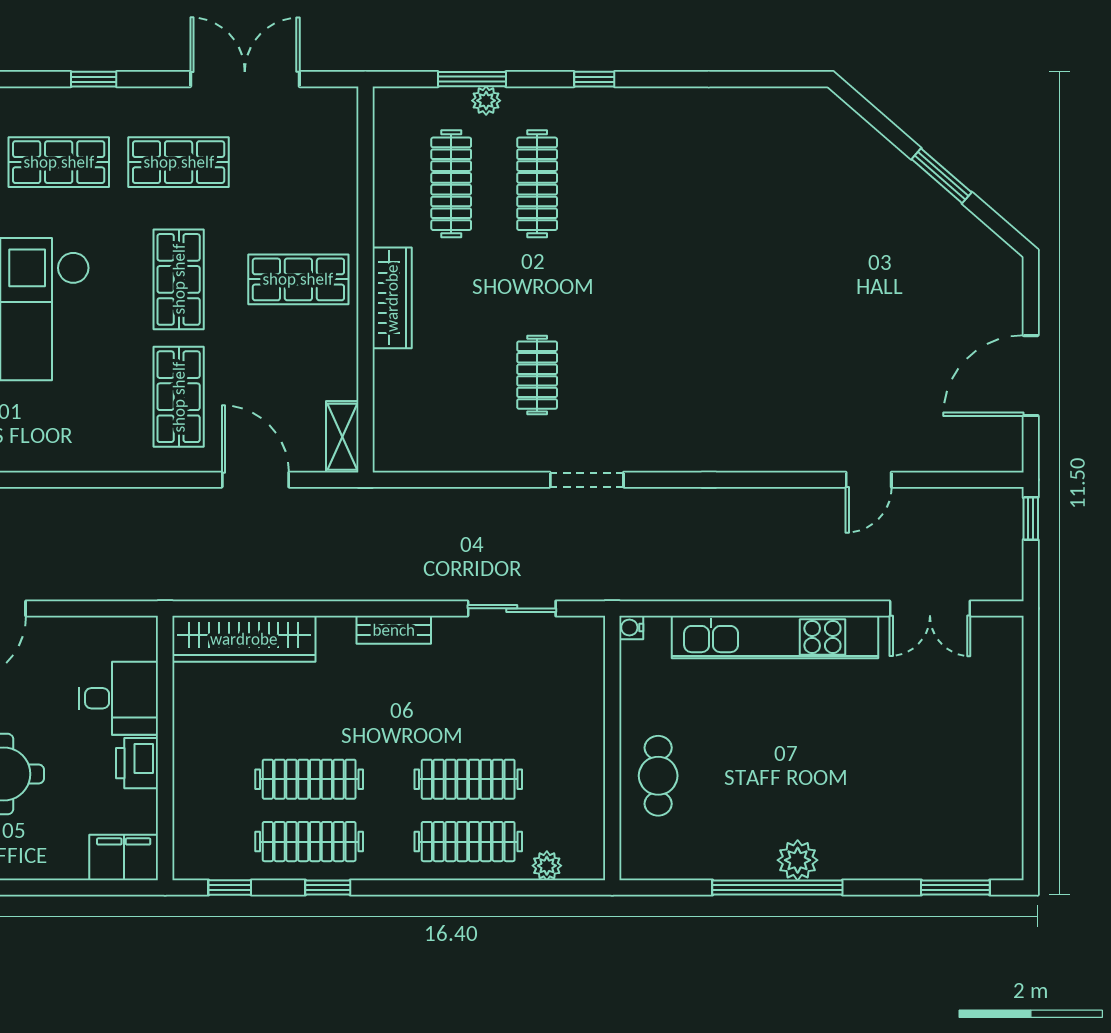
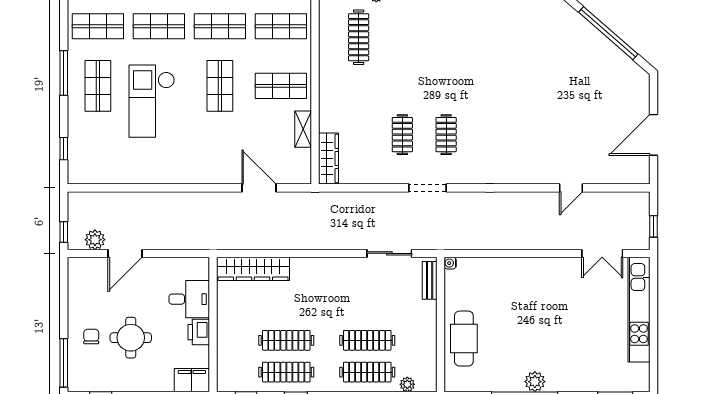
window: (942, 176) -> (608, 33), width x2.11
clothes rail: (537, 184) -> (446, 135), moved, width x0.73
wardrobe: (392, 298) -> (328, 159), moved
shop shelf: (179, 397) -> (281, 26), moved, turned 90
shelving: (342, 437) -> (303, 129), moved
window: (1031, 519) -> (654, 226), moved
bench: (394, 630) -> (430, 280), moved, turned 90
kitchen unit: (775, 637) -> (639, 310), moved, turned 90
cafe table: (658, 776) -> (464, 339), width x1.37, depth x1.35

